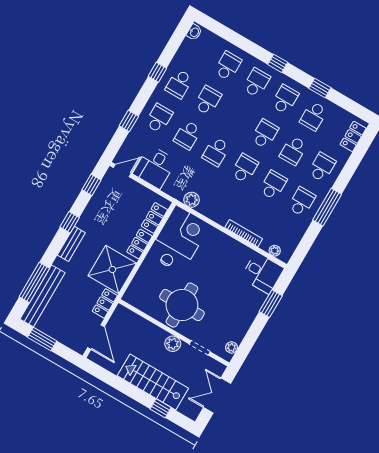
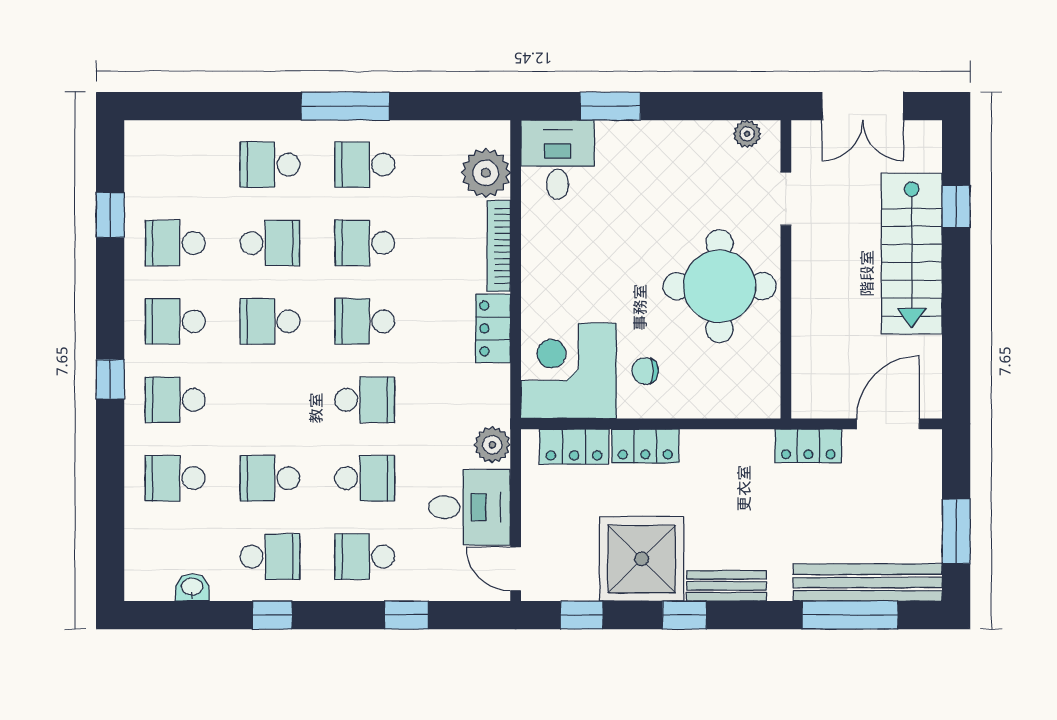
washbasin: (194, 32) -> (192, 587), moved
window: (320, 88) -> (110, 215), moved
school desk: (313, 116) -> (175, 243), turned 180
locker: (353, 136) -> (493, 328), moved, turned 90
plant: (192, 200) -> (492, 445), moved
plant: (275, 251) -> (486, 173), width x1.87, depth x1.87
shower: (112, 269) -> (642, 559), moved
plant: (173, 344) -> (810, 259), removed

